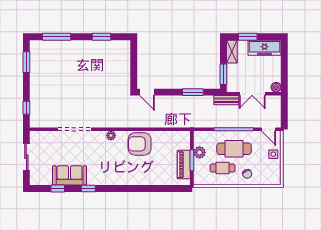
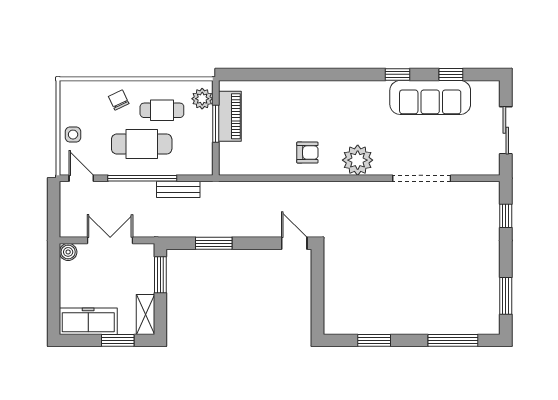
bench: (226, 100) -> (178, 189), moved
plant: (111, 136) -> (358, 160), width x1.87, depth x1.87
armchair: (140, 144) -> (307, 153), width x0.53, depth x0.53
plant: (200, 152) -> (202, 99), moved
sofa: (70, 175) -> (430, 97), width x1.36

